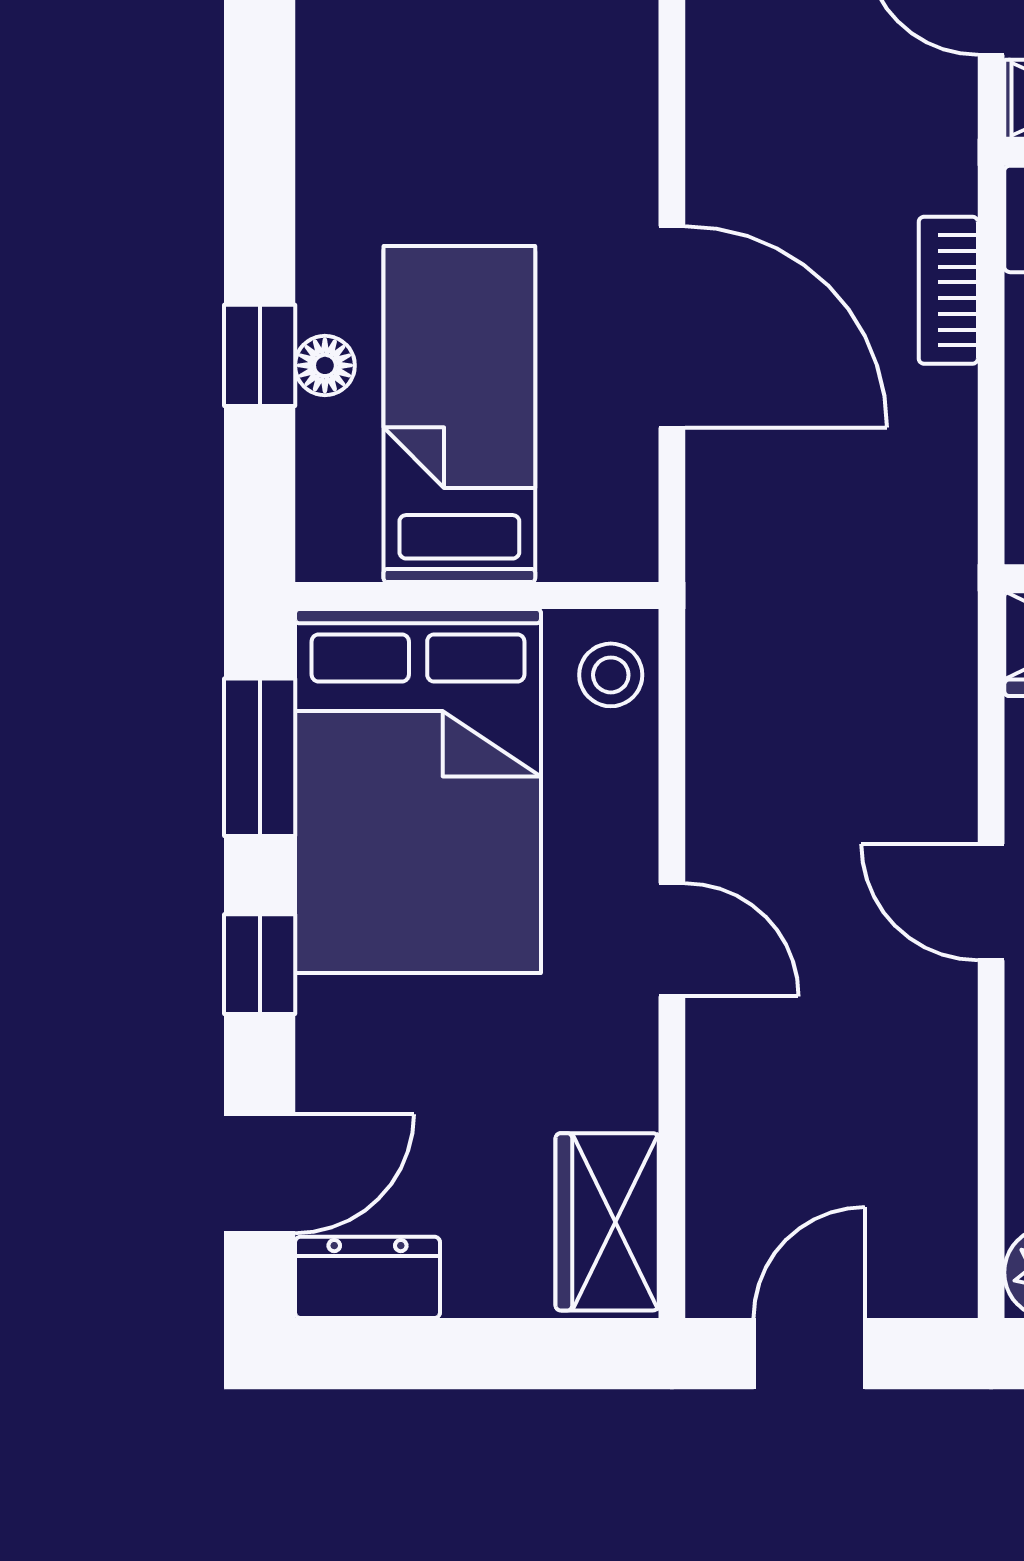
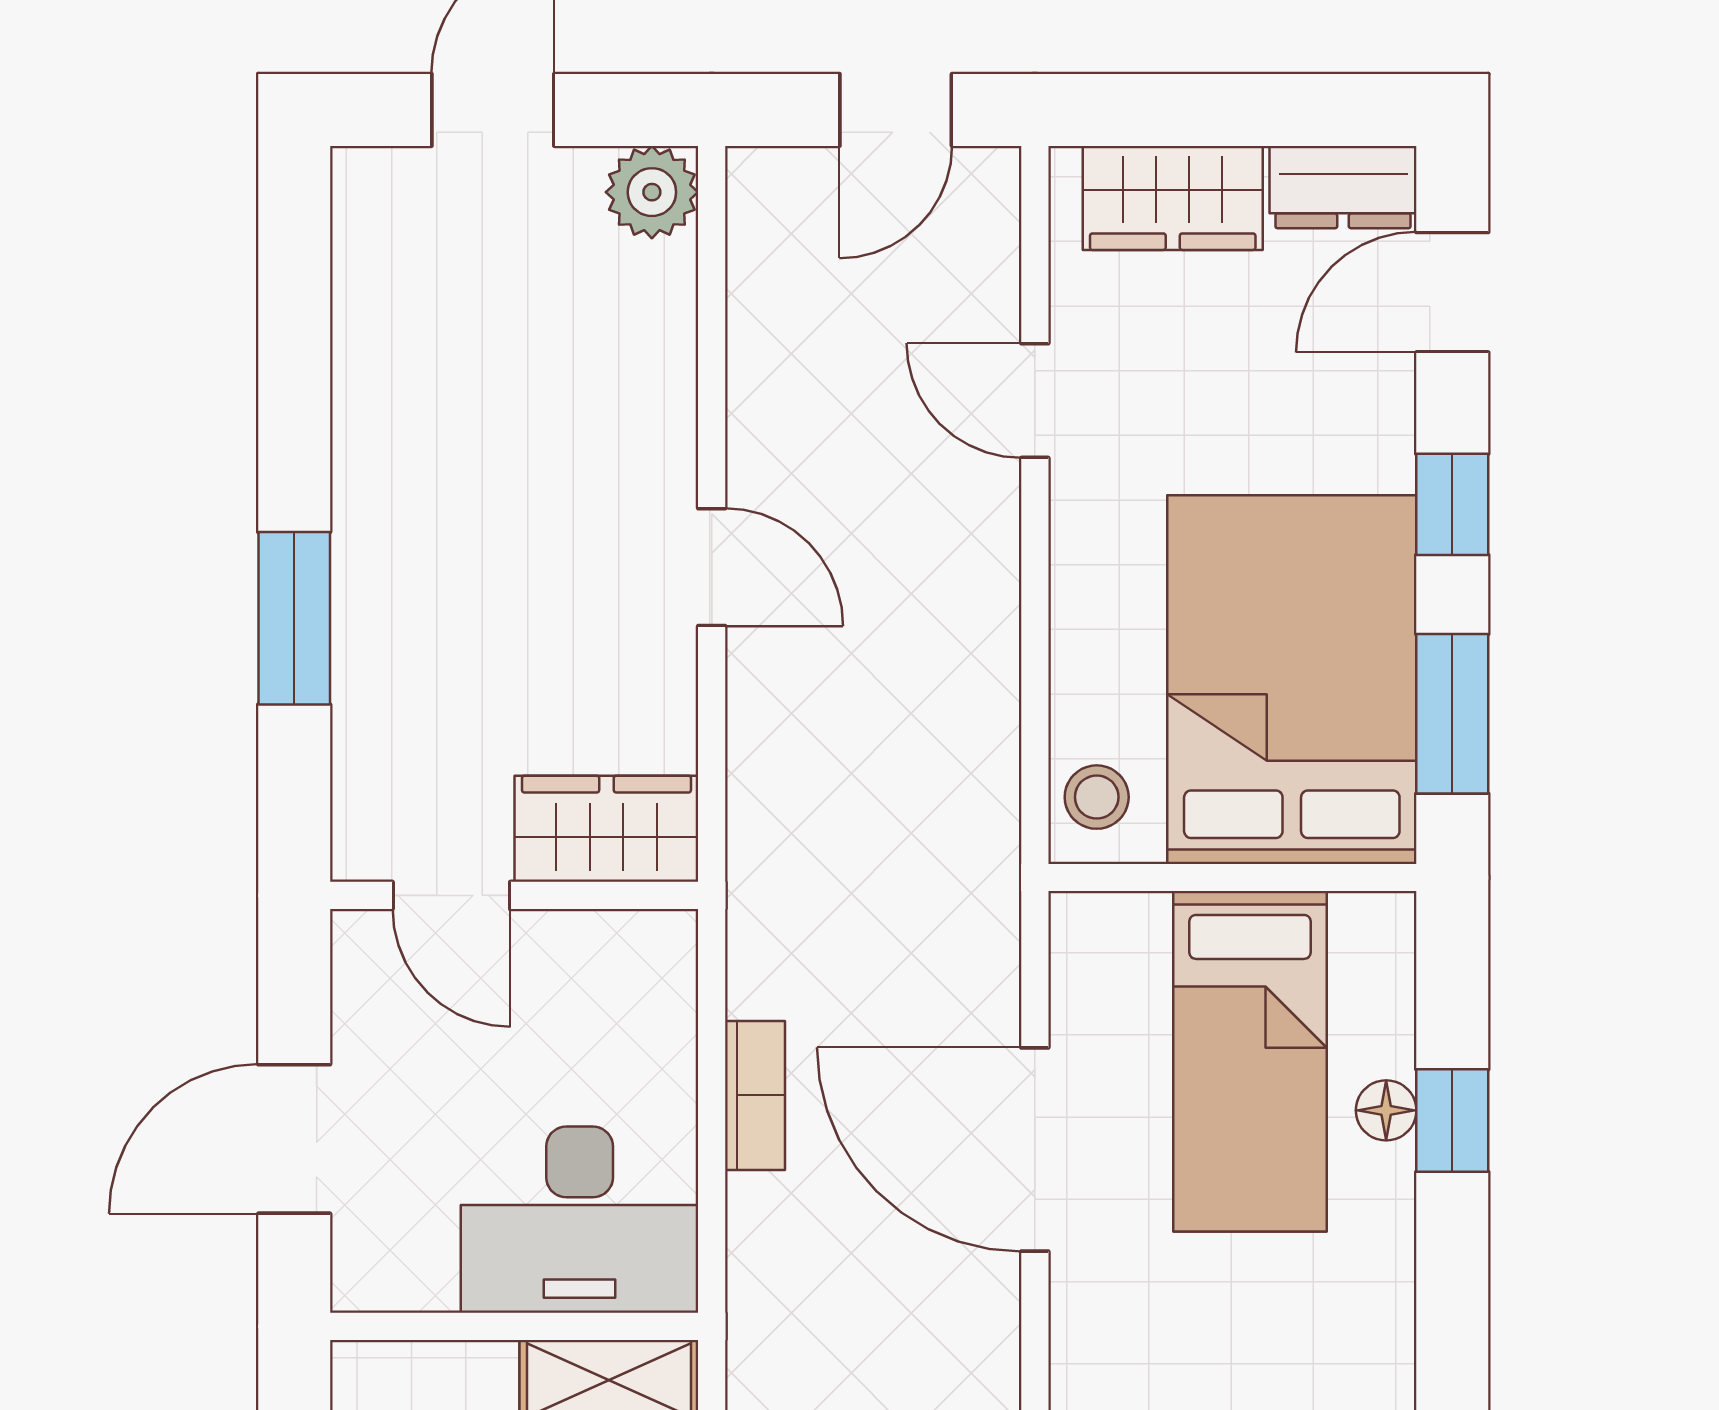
bookcase: (948, 290) -> (755, 1095), moved
door: (672, 940) -> (1035, 401), moved
wardrobe: (607, 1222) -> (1173, 198), moved, turned 90

